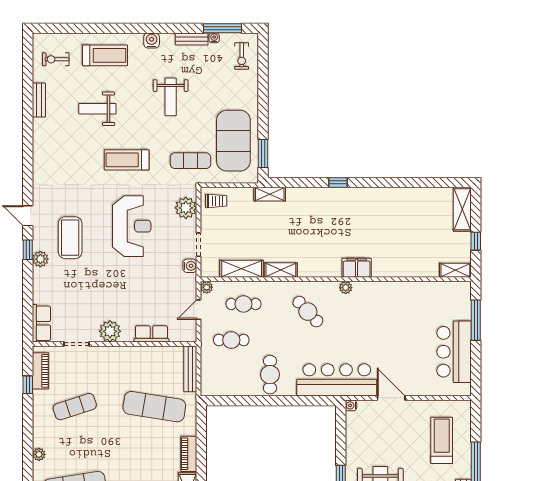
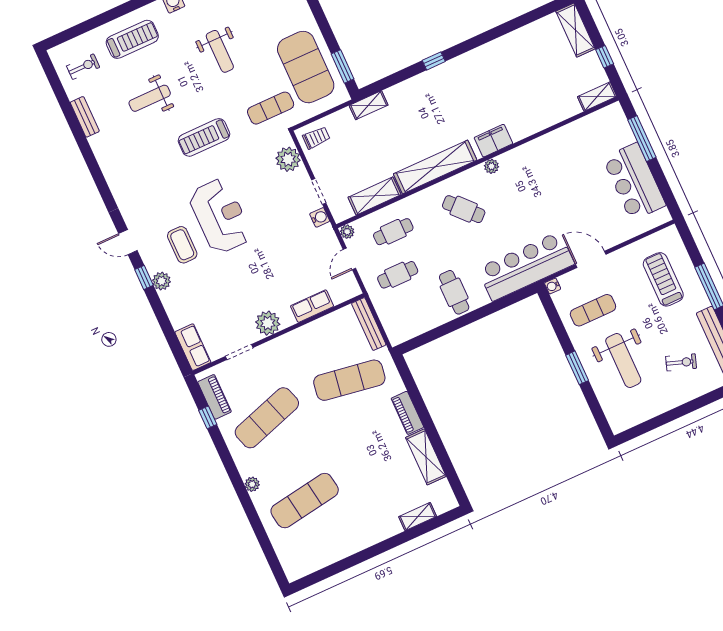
exercise bike: (56, 59) -> (83, 67), turned 180
reception desk: (132, 226) -> (220, 216), moved
coffee table: (70, 238) -> (182, 245), width x0.73, depth x0.76
shelving: (281, 270) -> (435, 167), width x2.20, depth x1.33
exercise mat: (75, 407) -> (267, 418), width x1.36, depth x1.45
exercise mat: (374, 439) -> (593, 310), added

